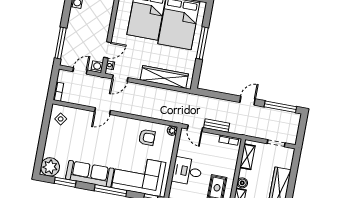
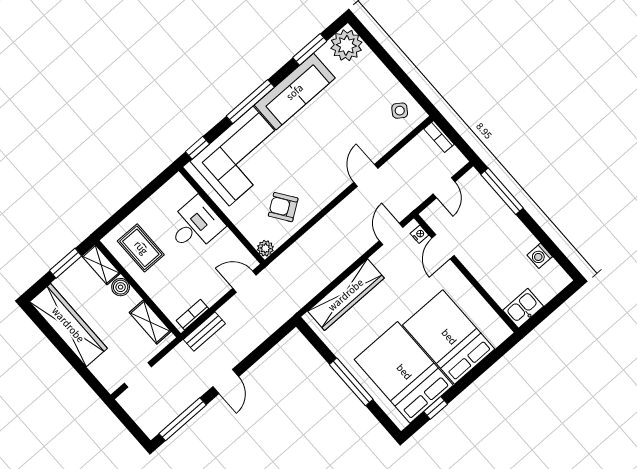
washing machine: (97, 67) -> (431, 215), removed
bench: (217, 126) -> (204, 331), moved
armchair: (147, 137) -> (283, 207), turned 55

